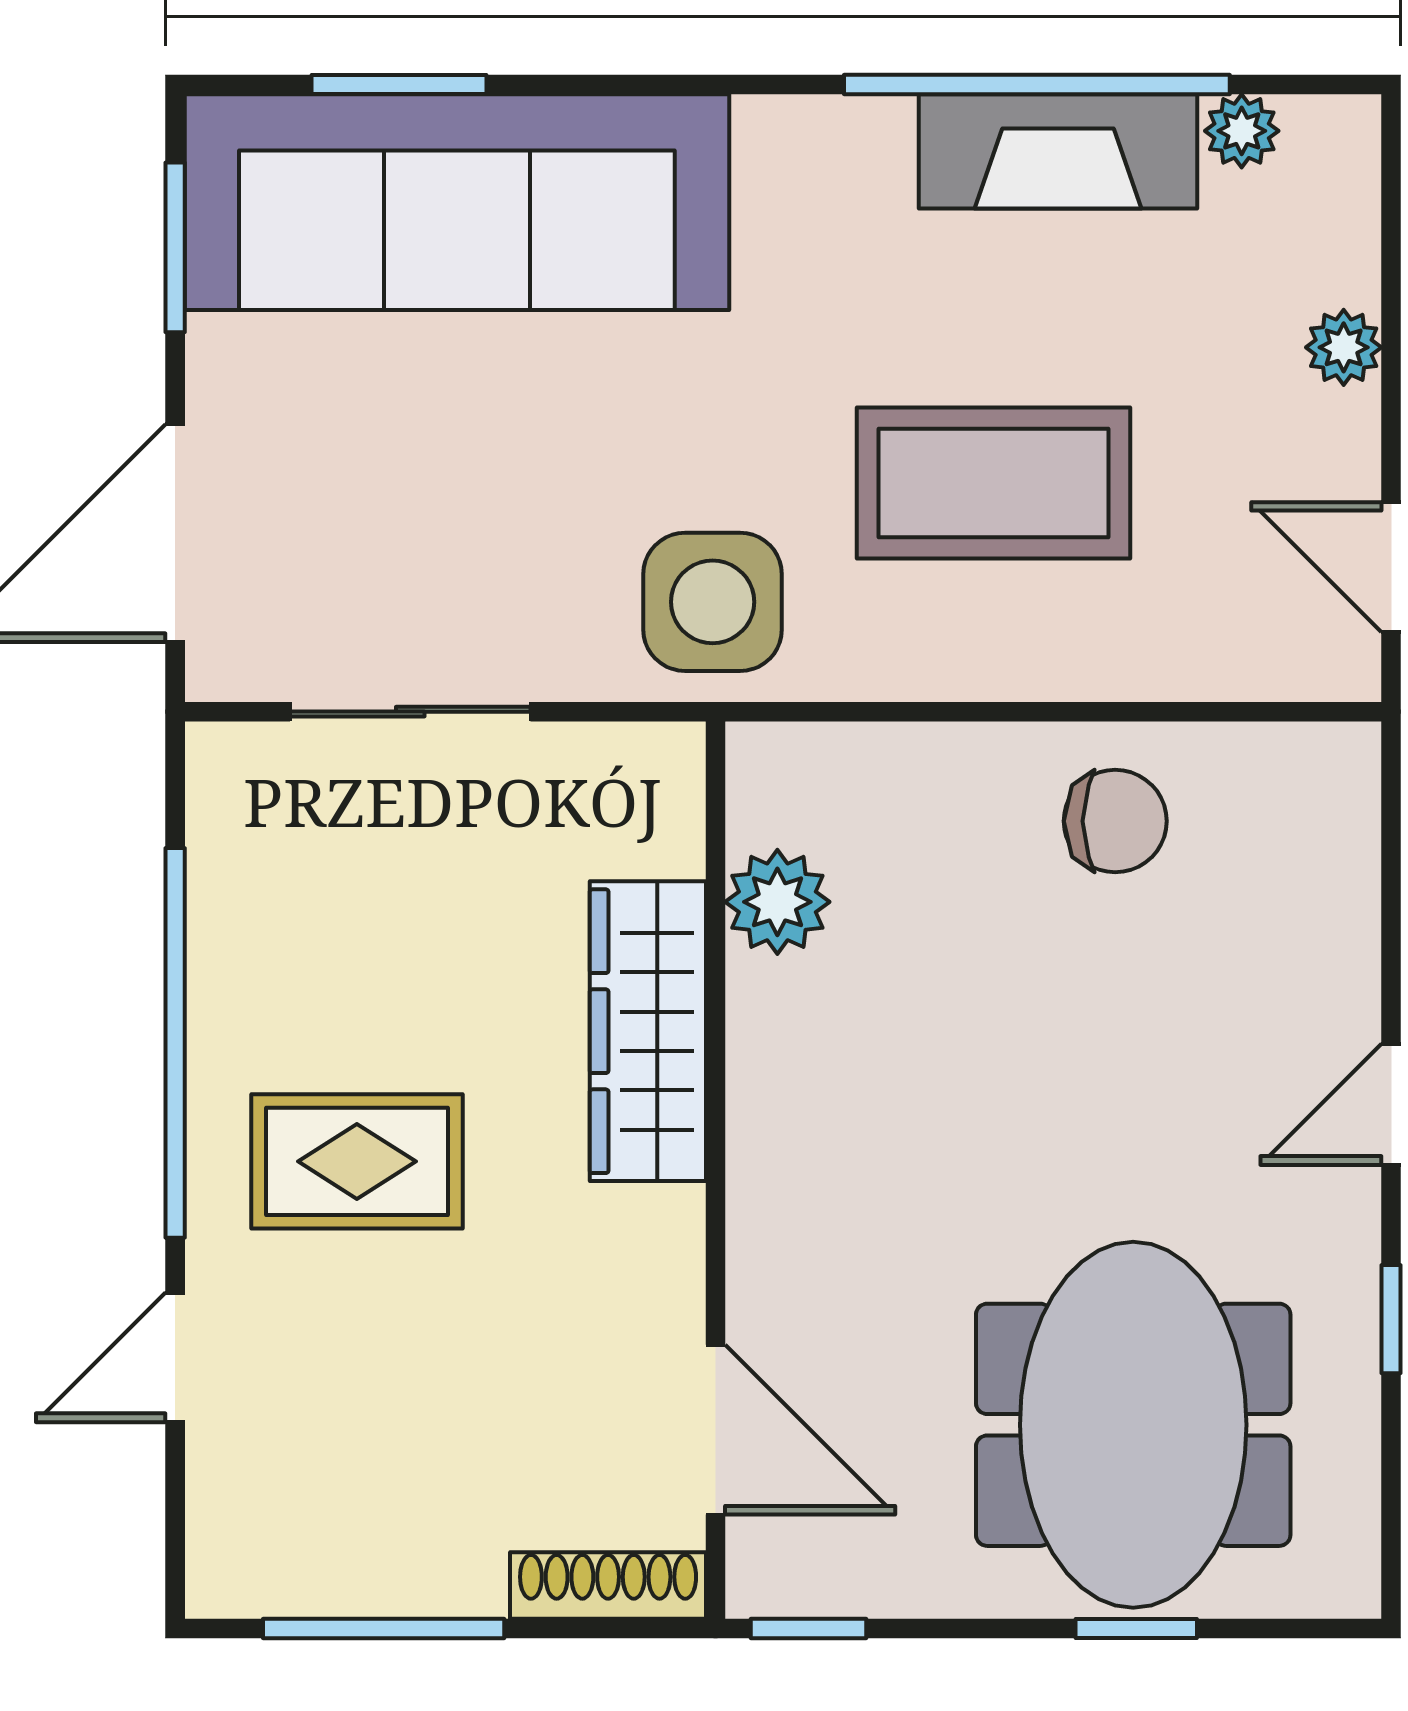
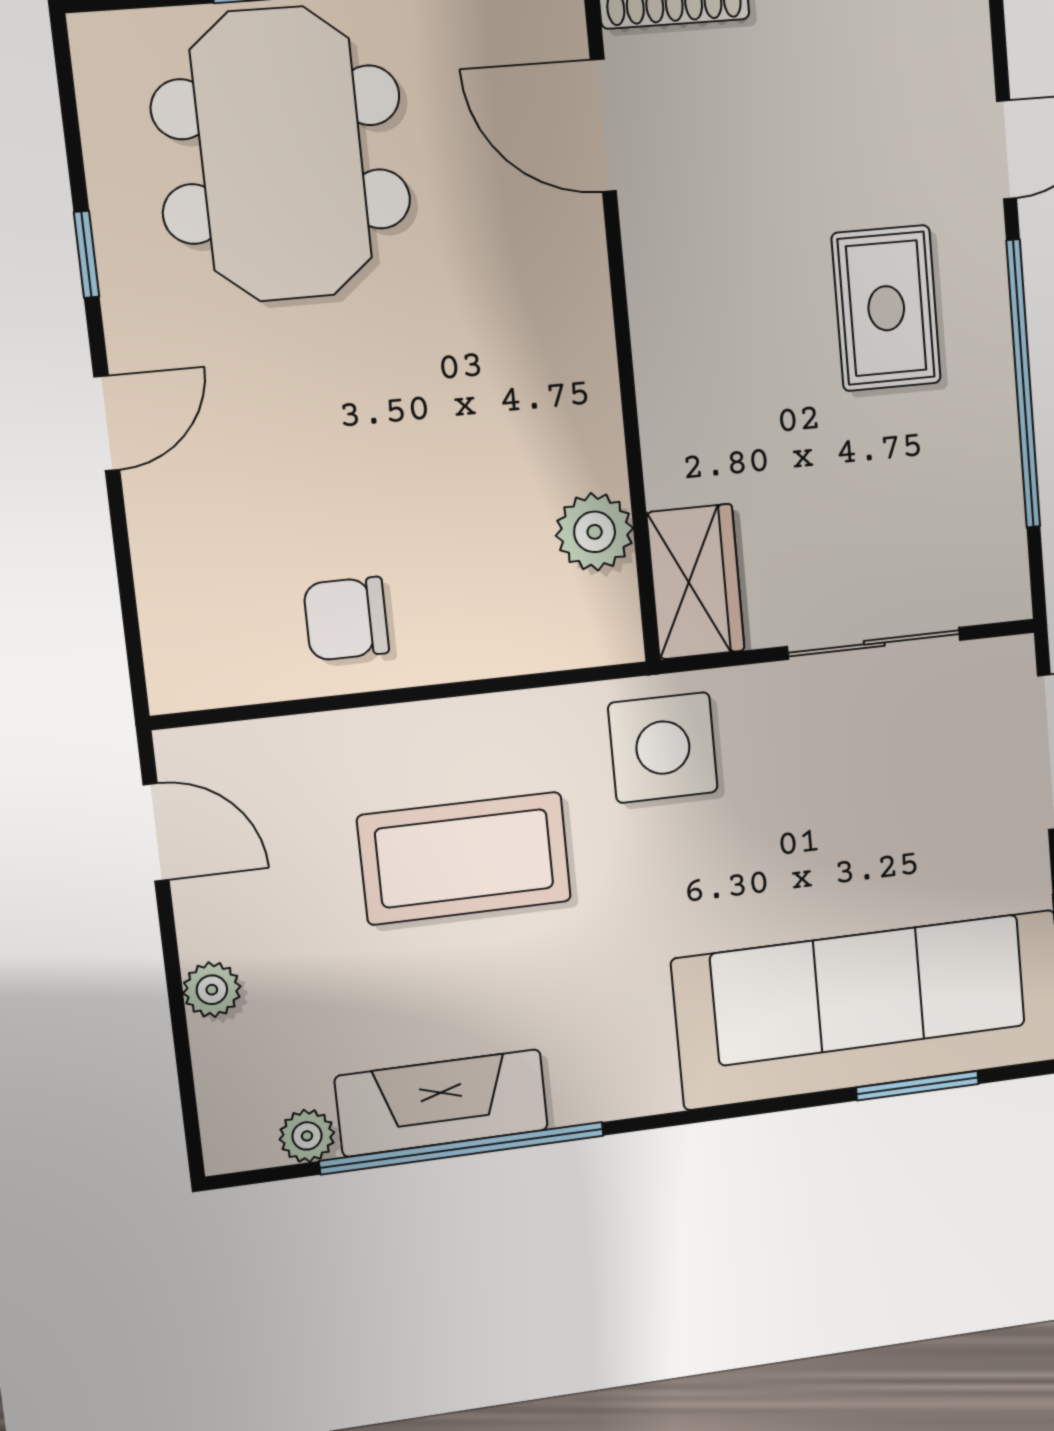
wardrobe: (648, 1031) -> (696, 582), moved, width x0.67
rug: (357, 1161) -> (886, 308), turned 90

